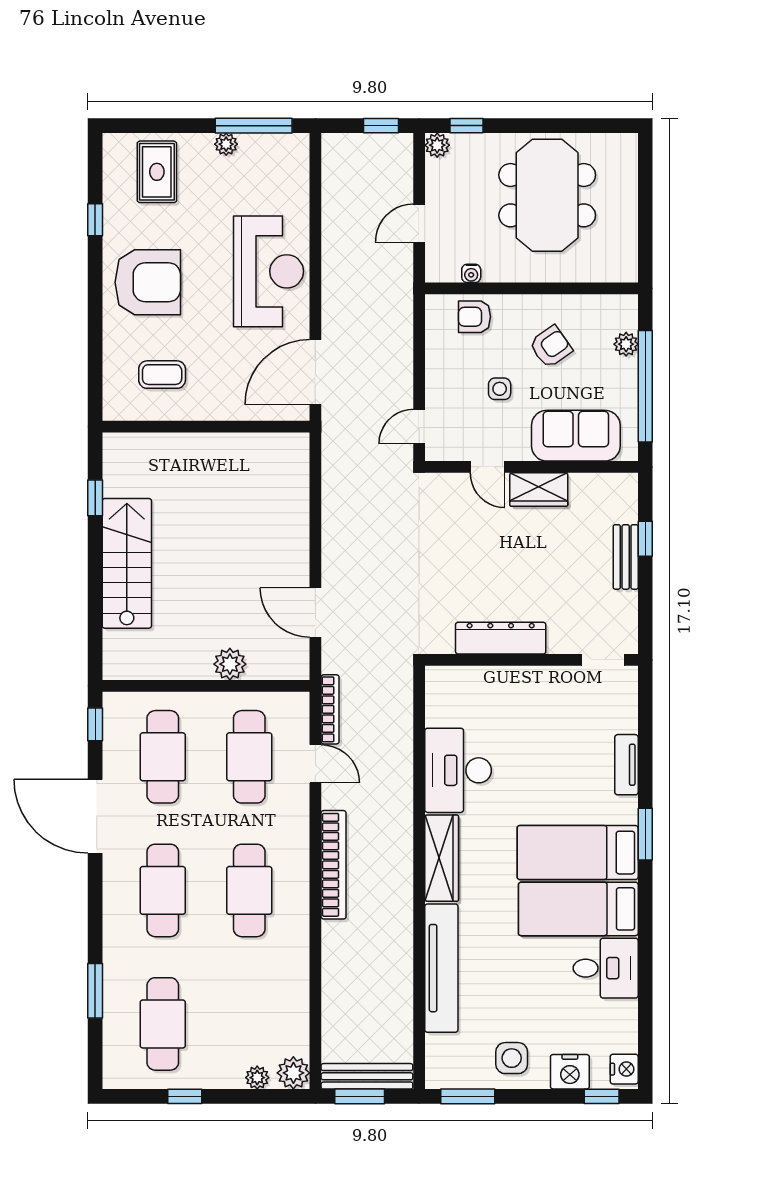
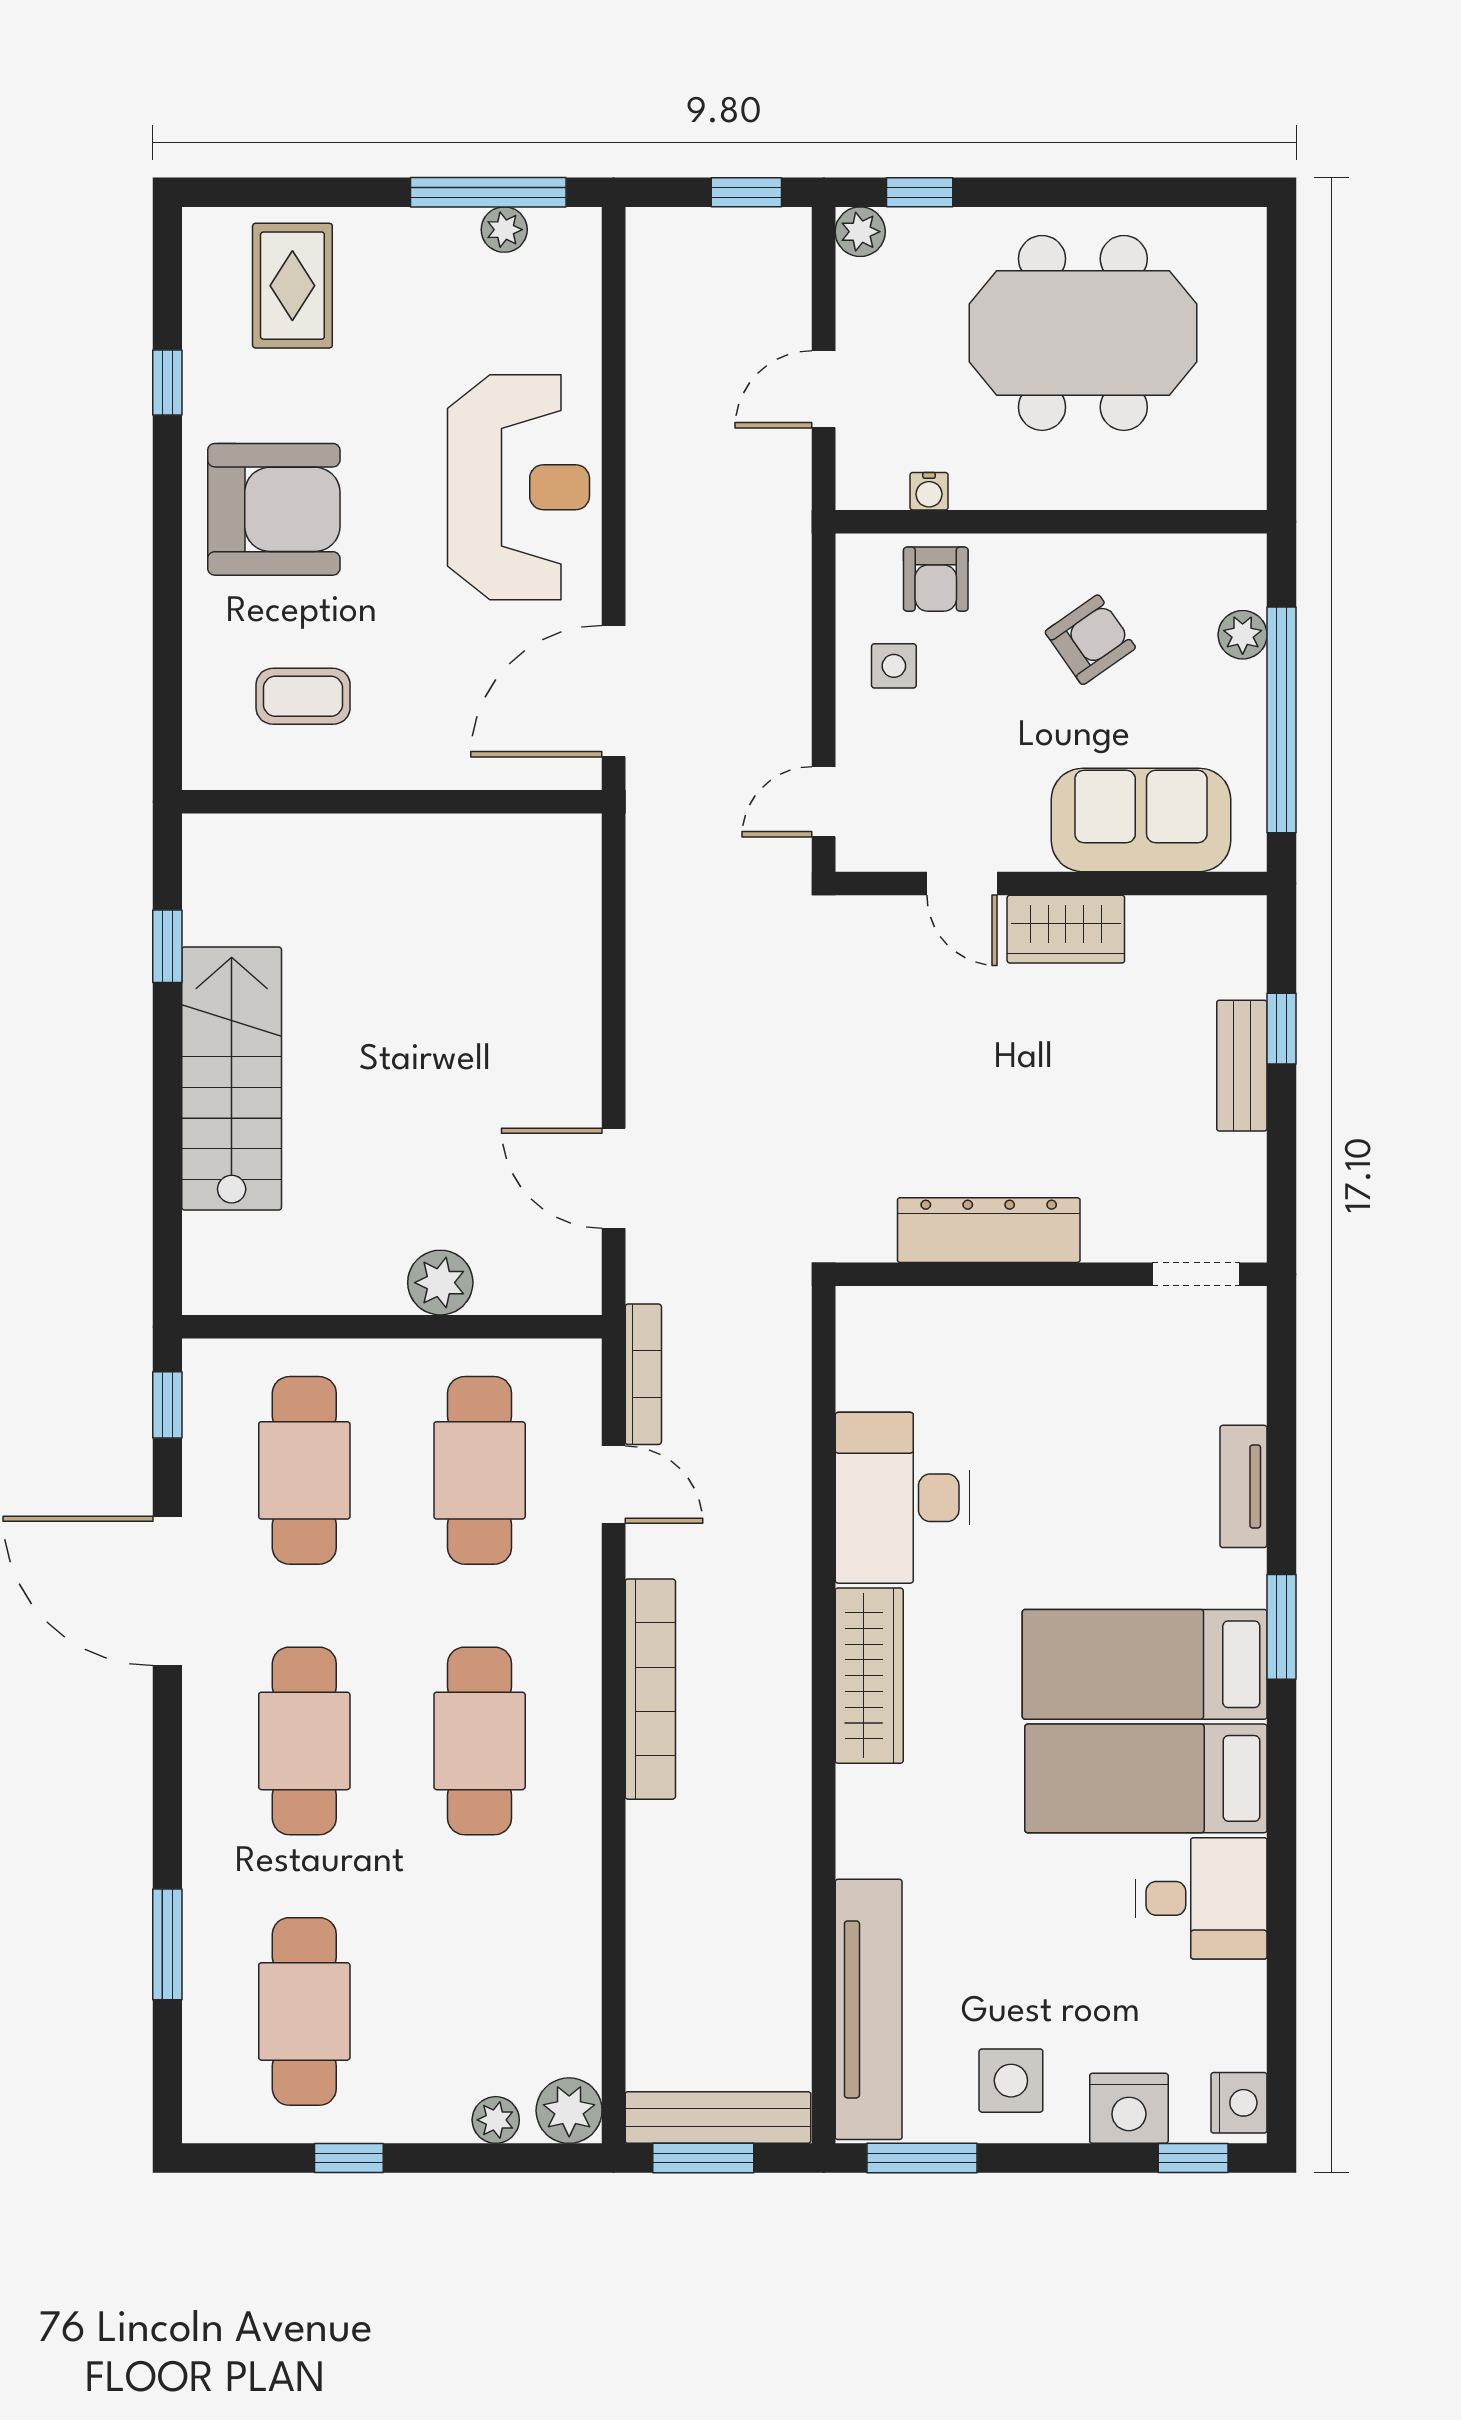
plant: (226, 144) -> (504, 230), moved
meeting table: (547, 195) -> (1083, 333), turned 90
armchair: (475, 317) -> (936, 579), turned -90
side table: (500, 389) -> (894, 666), moved
tv unit: (441, 968) -> (869, 2009), moved

